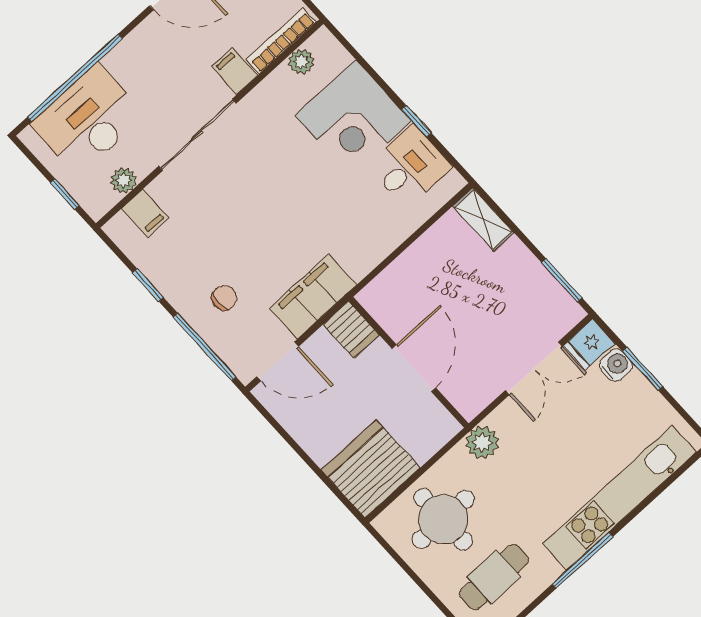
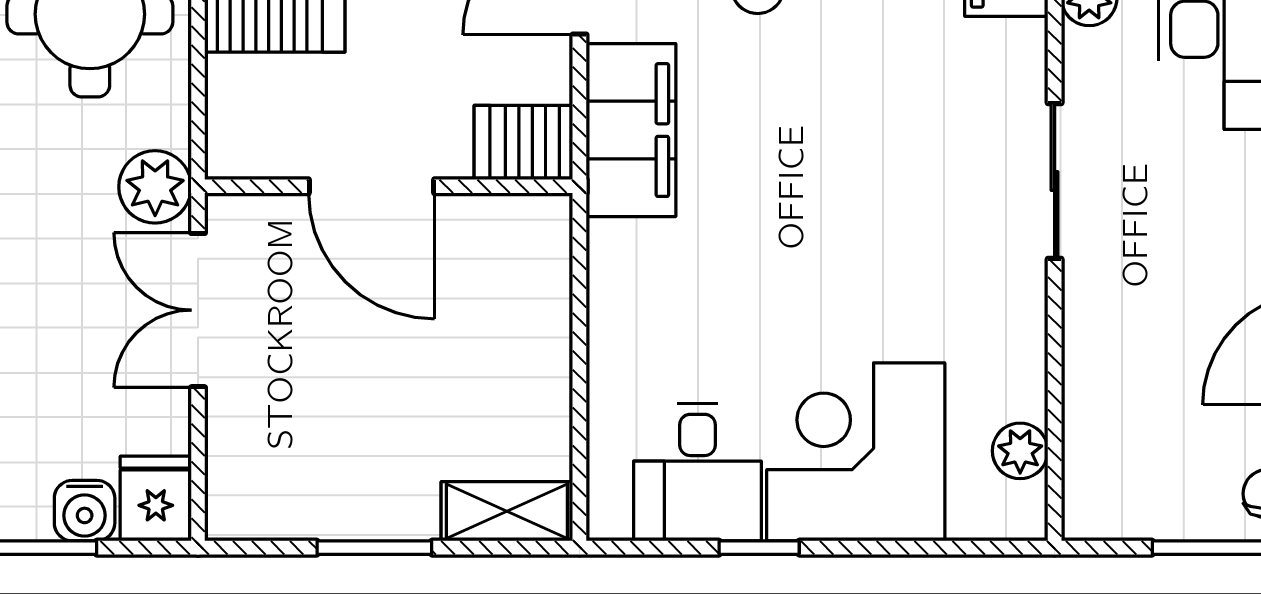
bookcase: (281, 41) -> (1082, 450), removed
filing cabinet: (235, 71) -> (1102, 332), removed
sliding door: (197, 135) -> (1055, 181), width x0.73
window: (562, 280) -> (374, 548), moved
double door: (534, 368) -> (198, 310), moved

